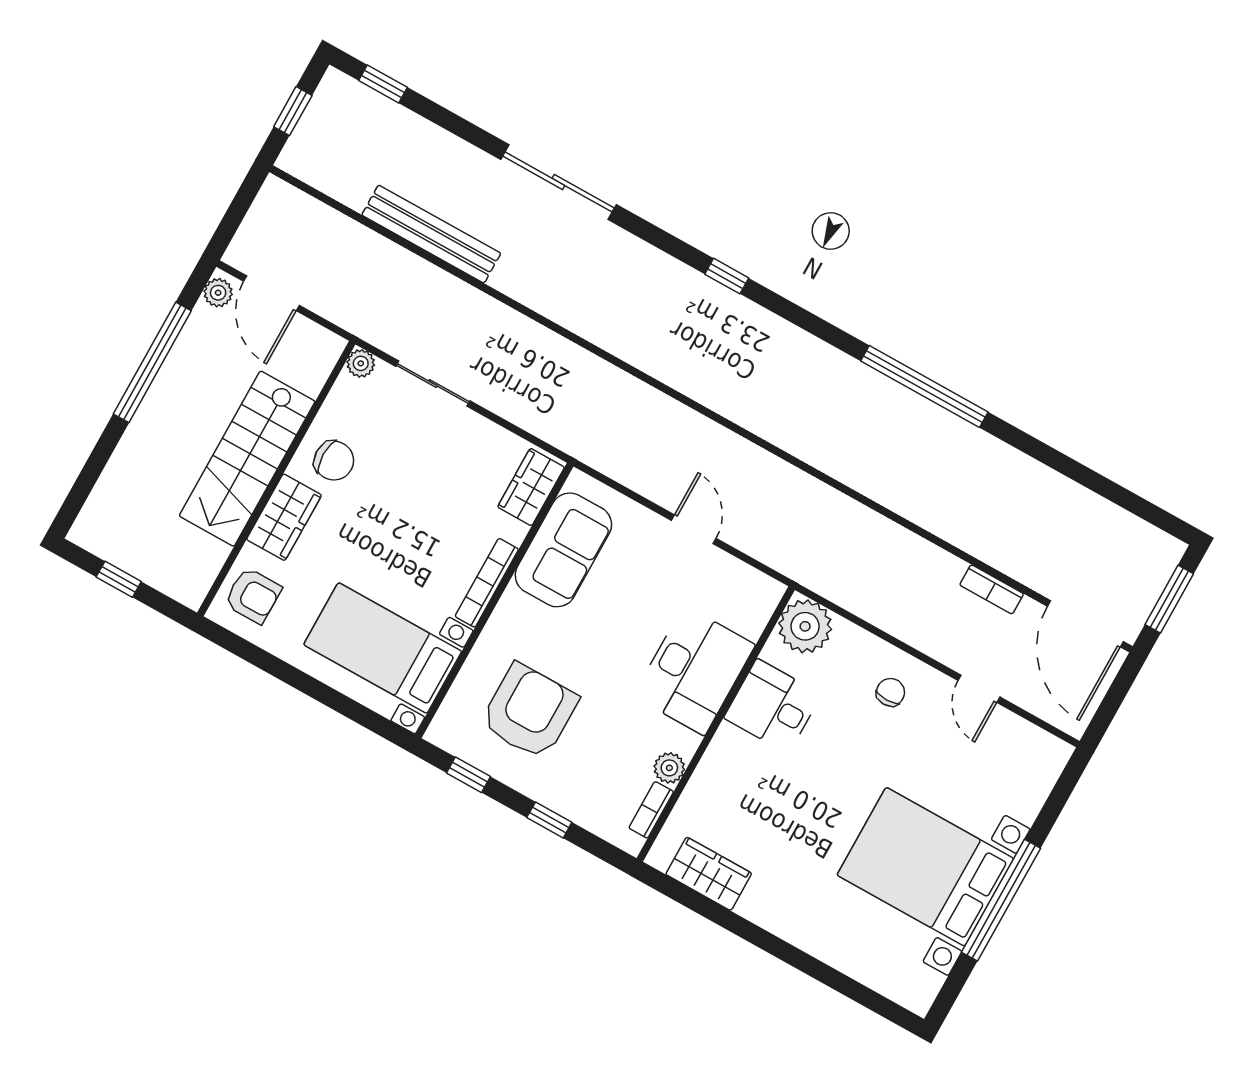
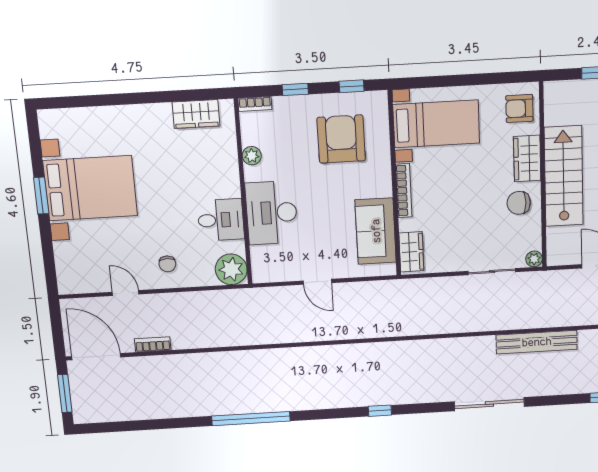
armchair: (529, 711) -> (341, 139), turned 180
bookcase: (651, 810) -> (255, 104), moved, turned 90
window: (1001, 900) -> (41, 196), width x0.47

